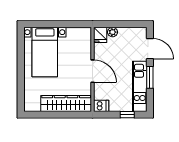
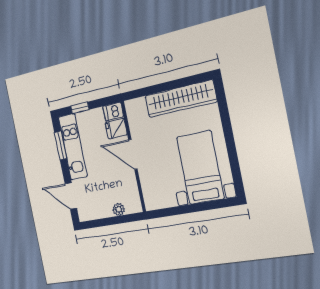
fridge: (100, 35) -> (116, 129), moved, turned -90
window: (150, 77) -> (61, 145), moved
wardrobe: (66, 103) -> (181, 99), moved

